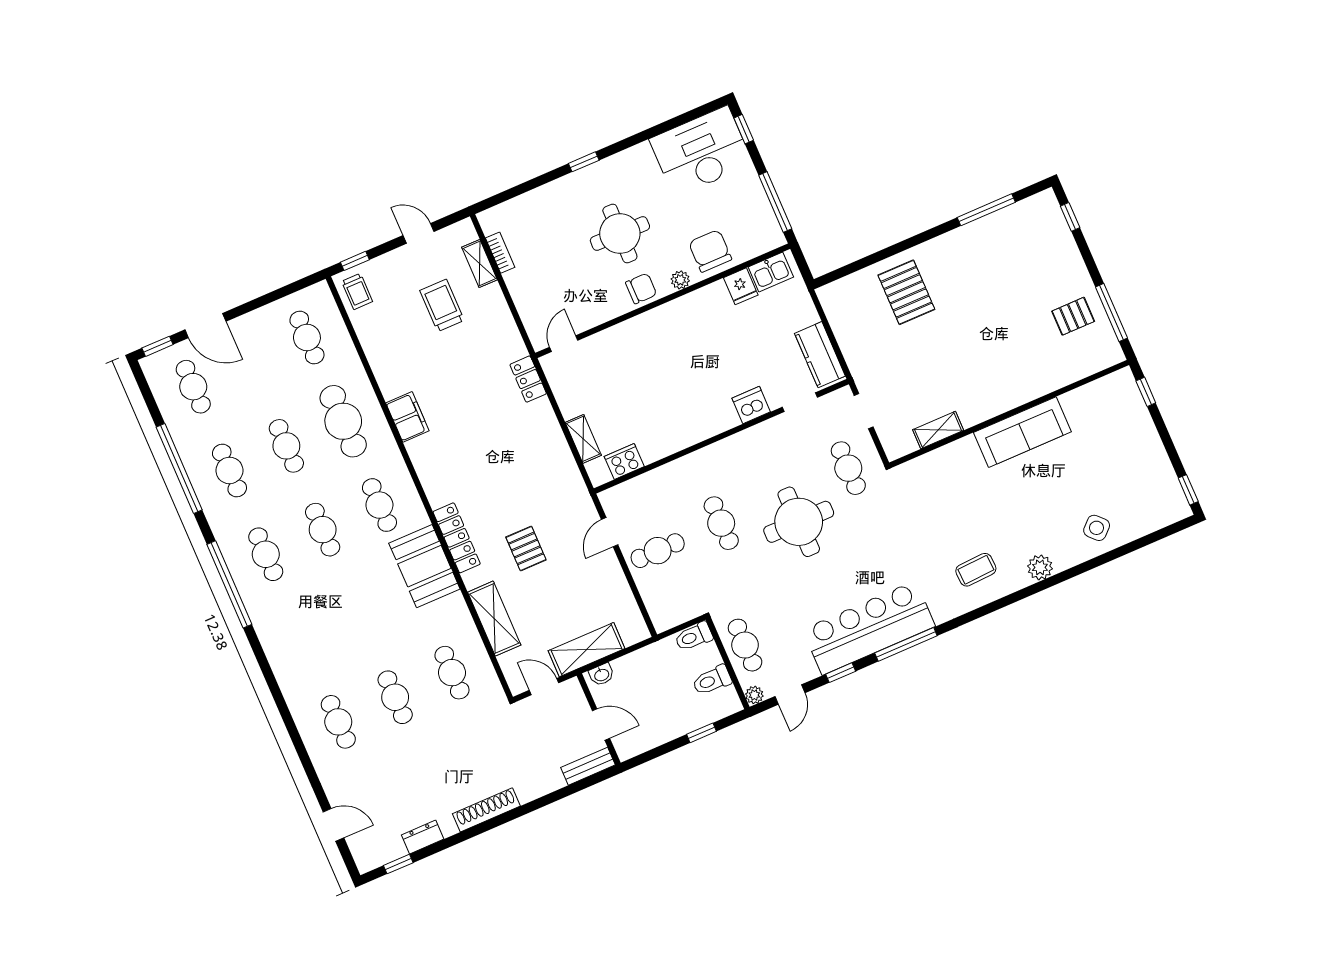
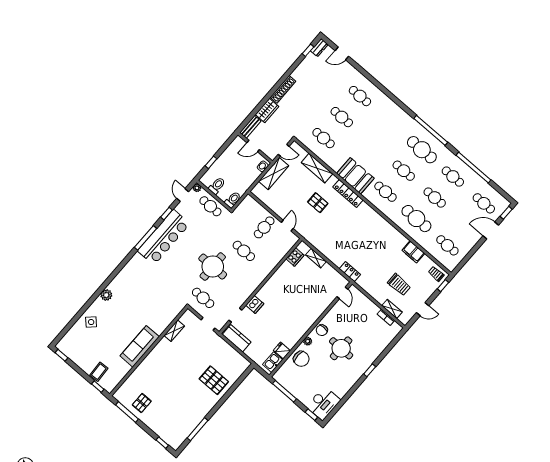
desk: (701, 152) -> (323, 403), width x0.73, depth x0.77
filing cabinet: (407, 417) -> (413, 252), moved
cafe table: (266, 554) -> (422, 150), width x1.37, depth x1.35
coffee table: (976, 570) -> (99, 372), moved
wardrobe: (539, 783) -> (267, 110), added
dresser: (423, 837) -> (319, 48), moved

